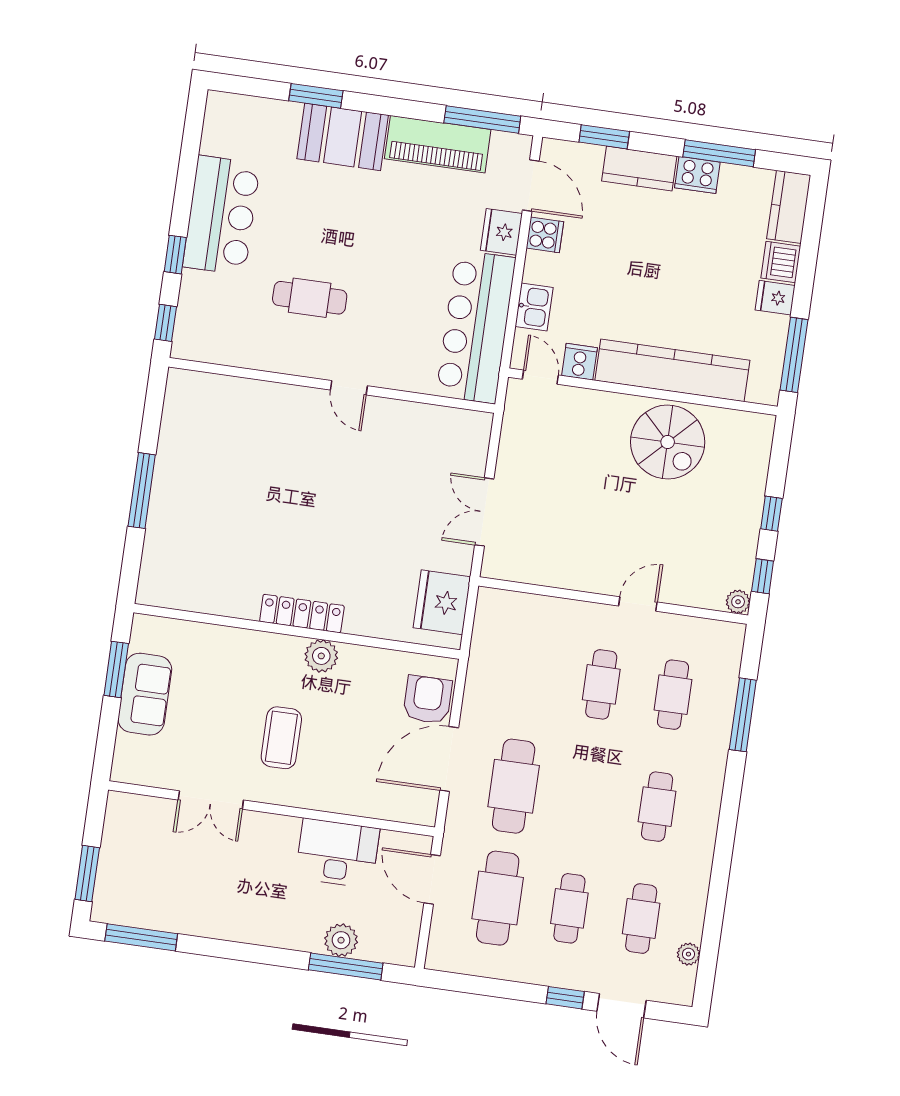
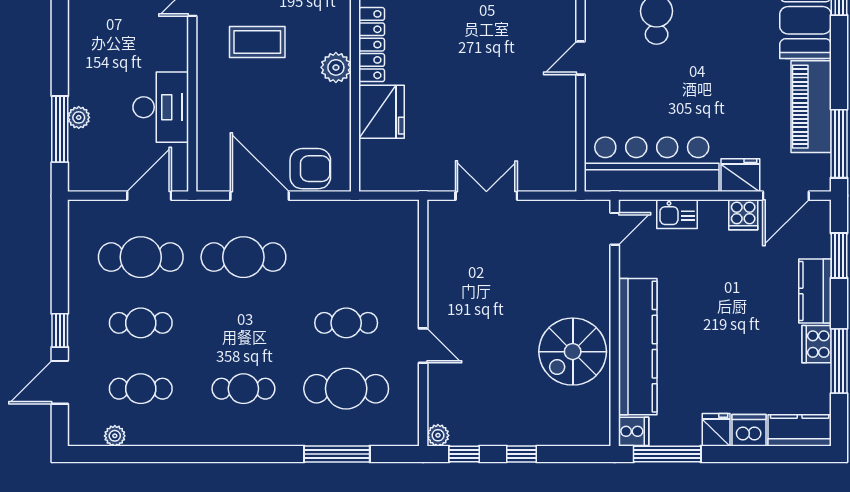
cooker: (579, 362) -> (634, 431), moved
fridge: (442, 602) -> (381, 112), moved, turned 90
cafe table: (673, 695) -> (346, 389), width x1.37, depth x1.35
plant: (341, 940) -> (79, 117), width x0.73, depth x0.73

